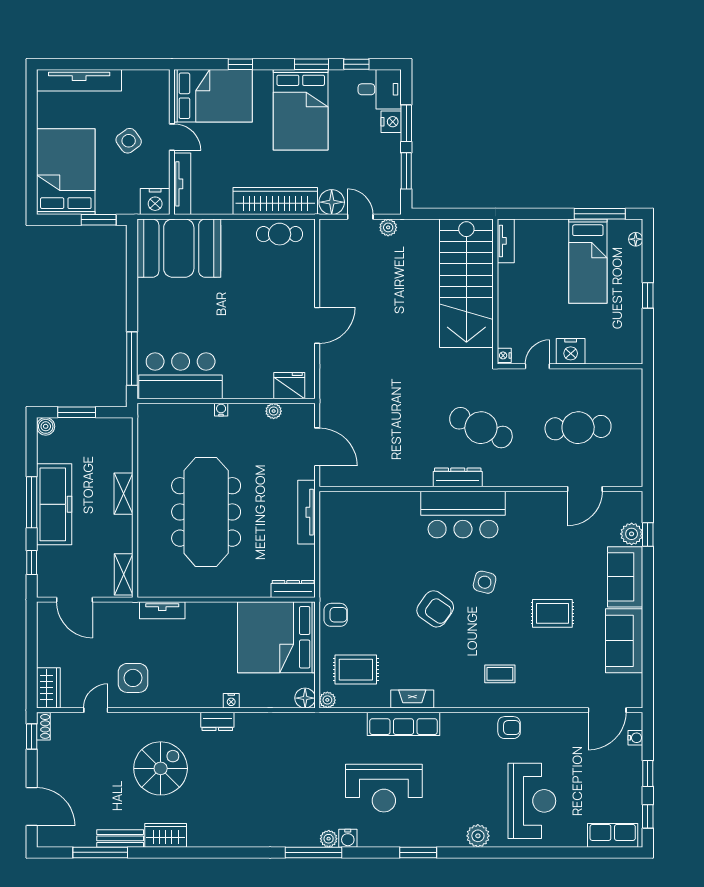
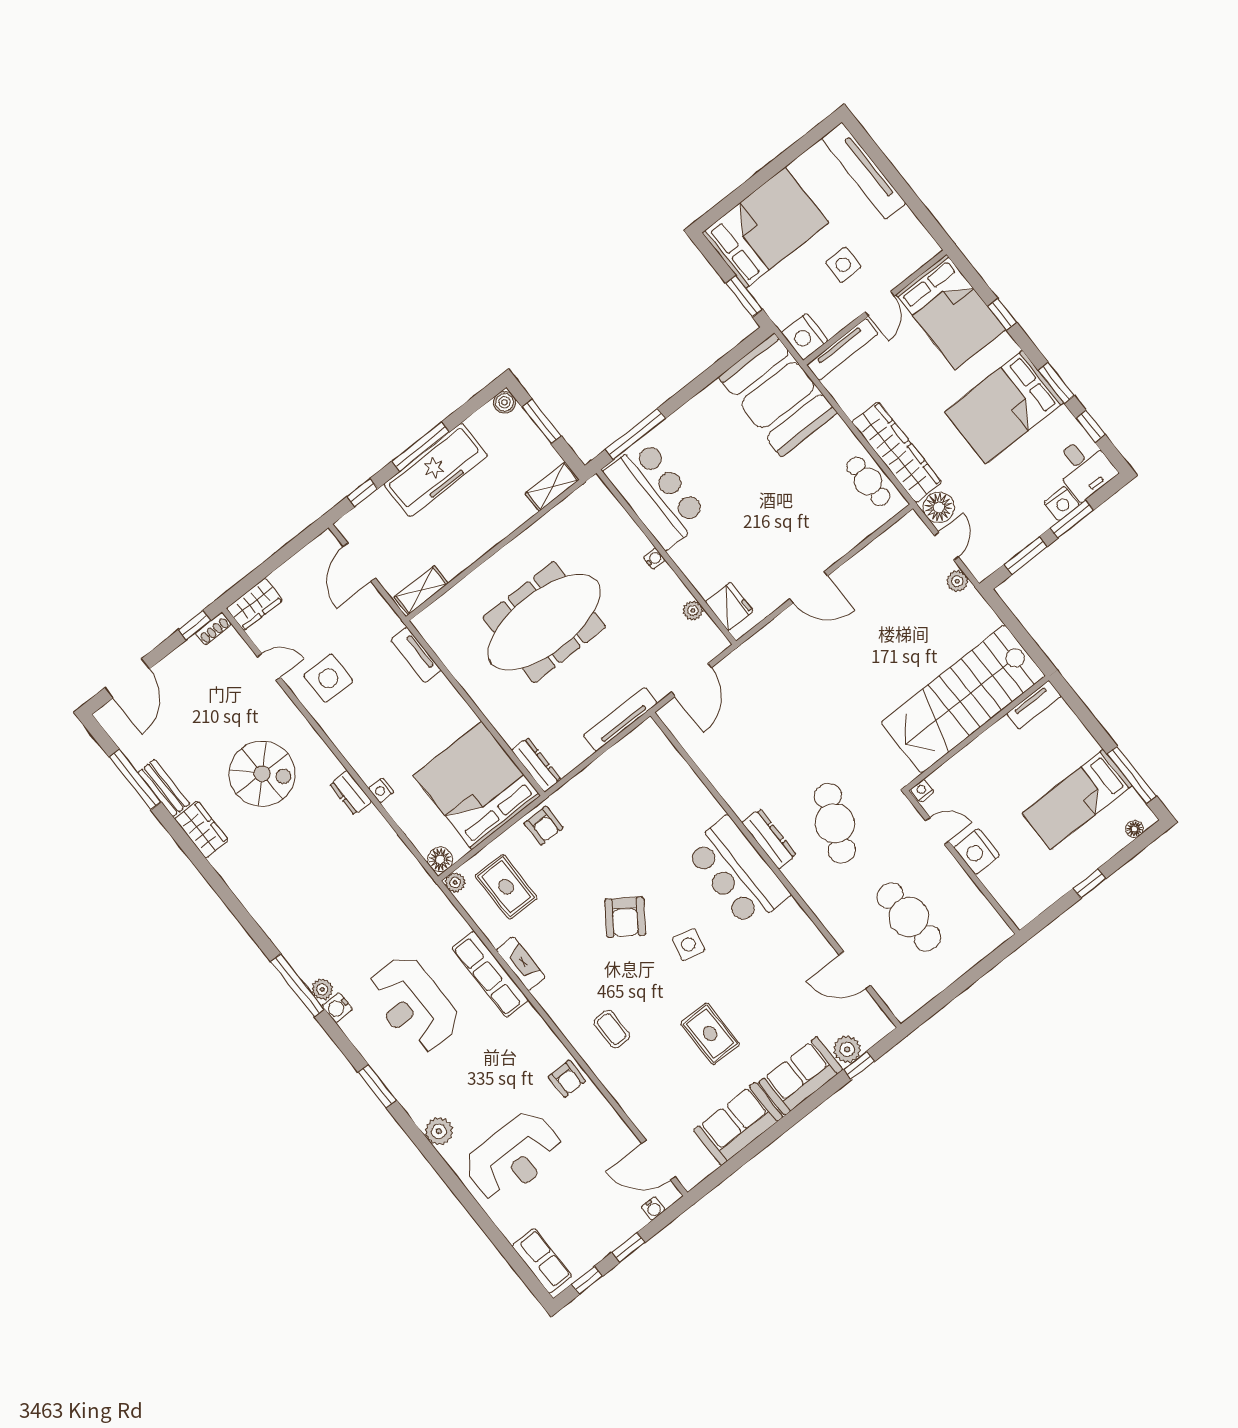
side table: (129, 141) -> (843, 265), turned 36
shelving: (124, 494) -> (552, 487), moved

